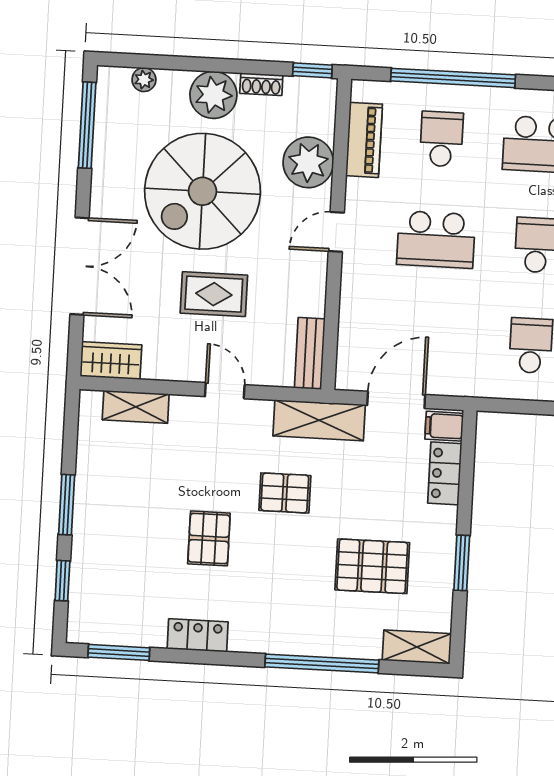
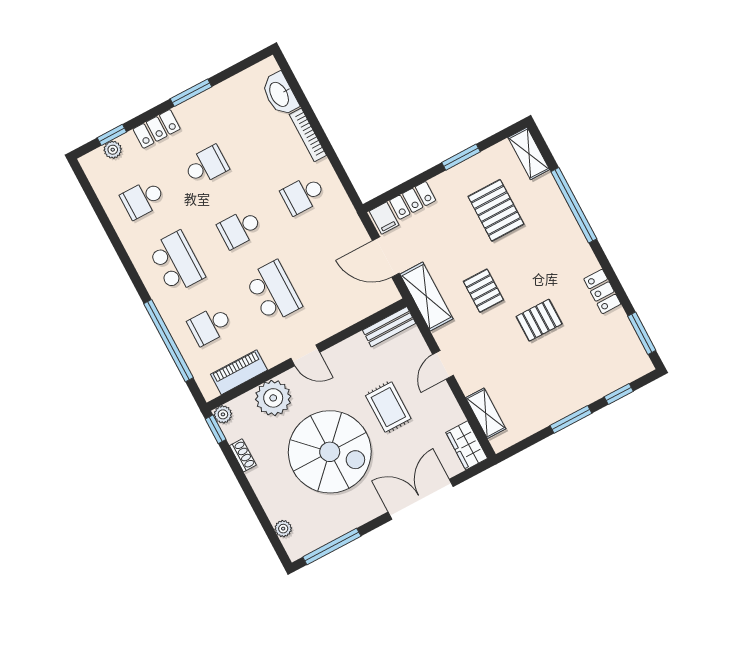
plant: (213, 95) -> (223, 414), moved, width x0.53, depth x0.53

